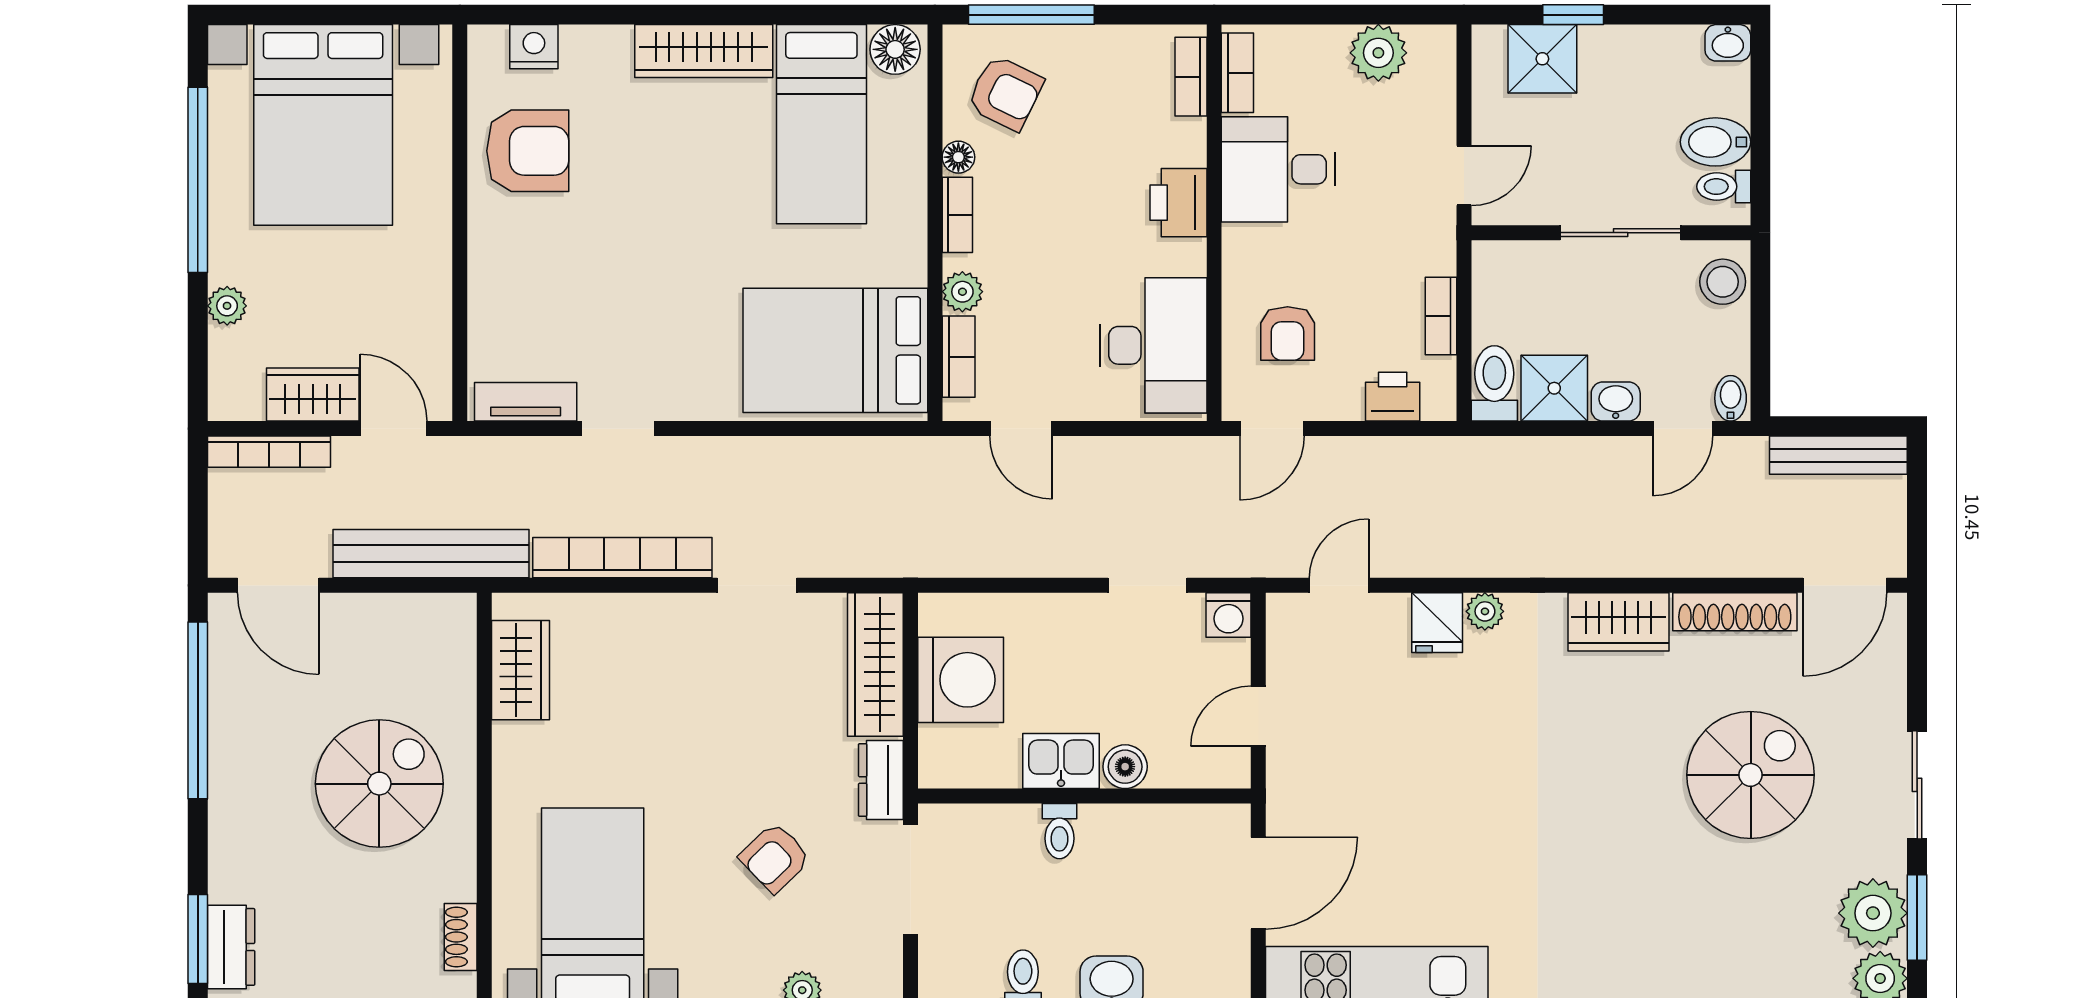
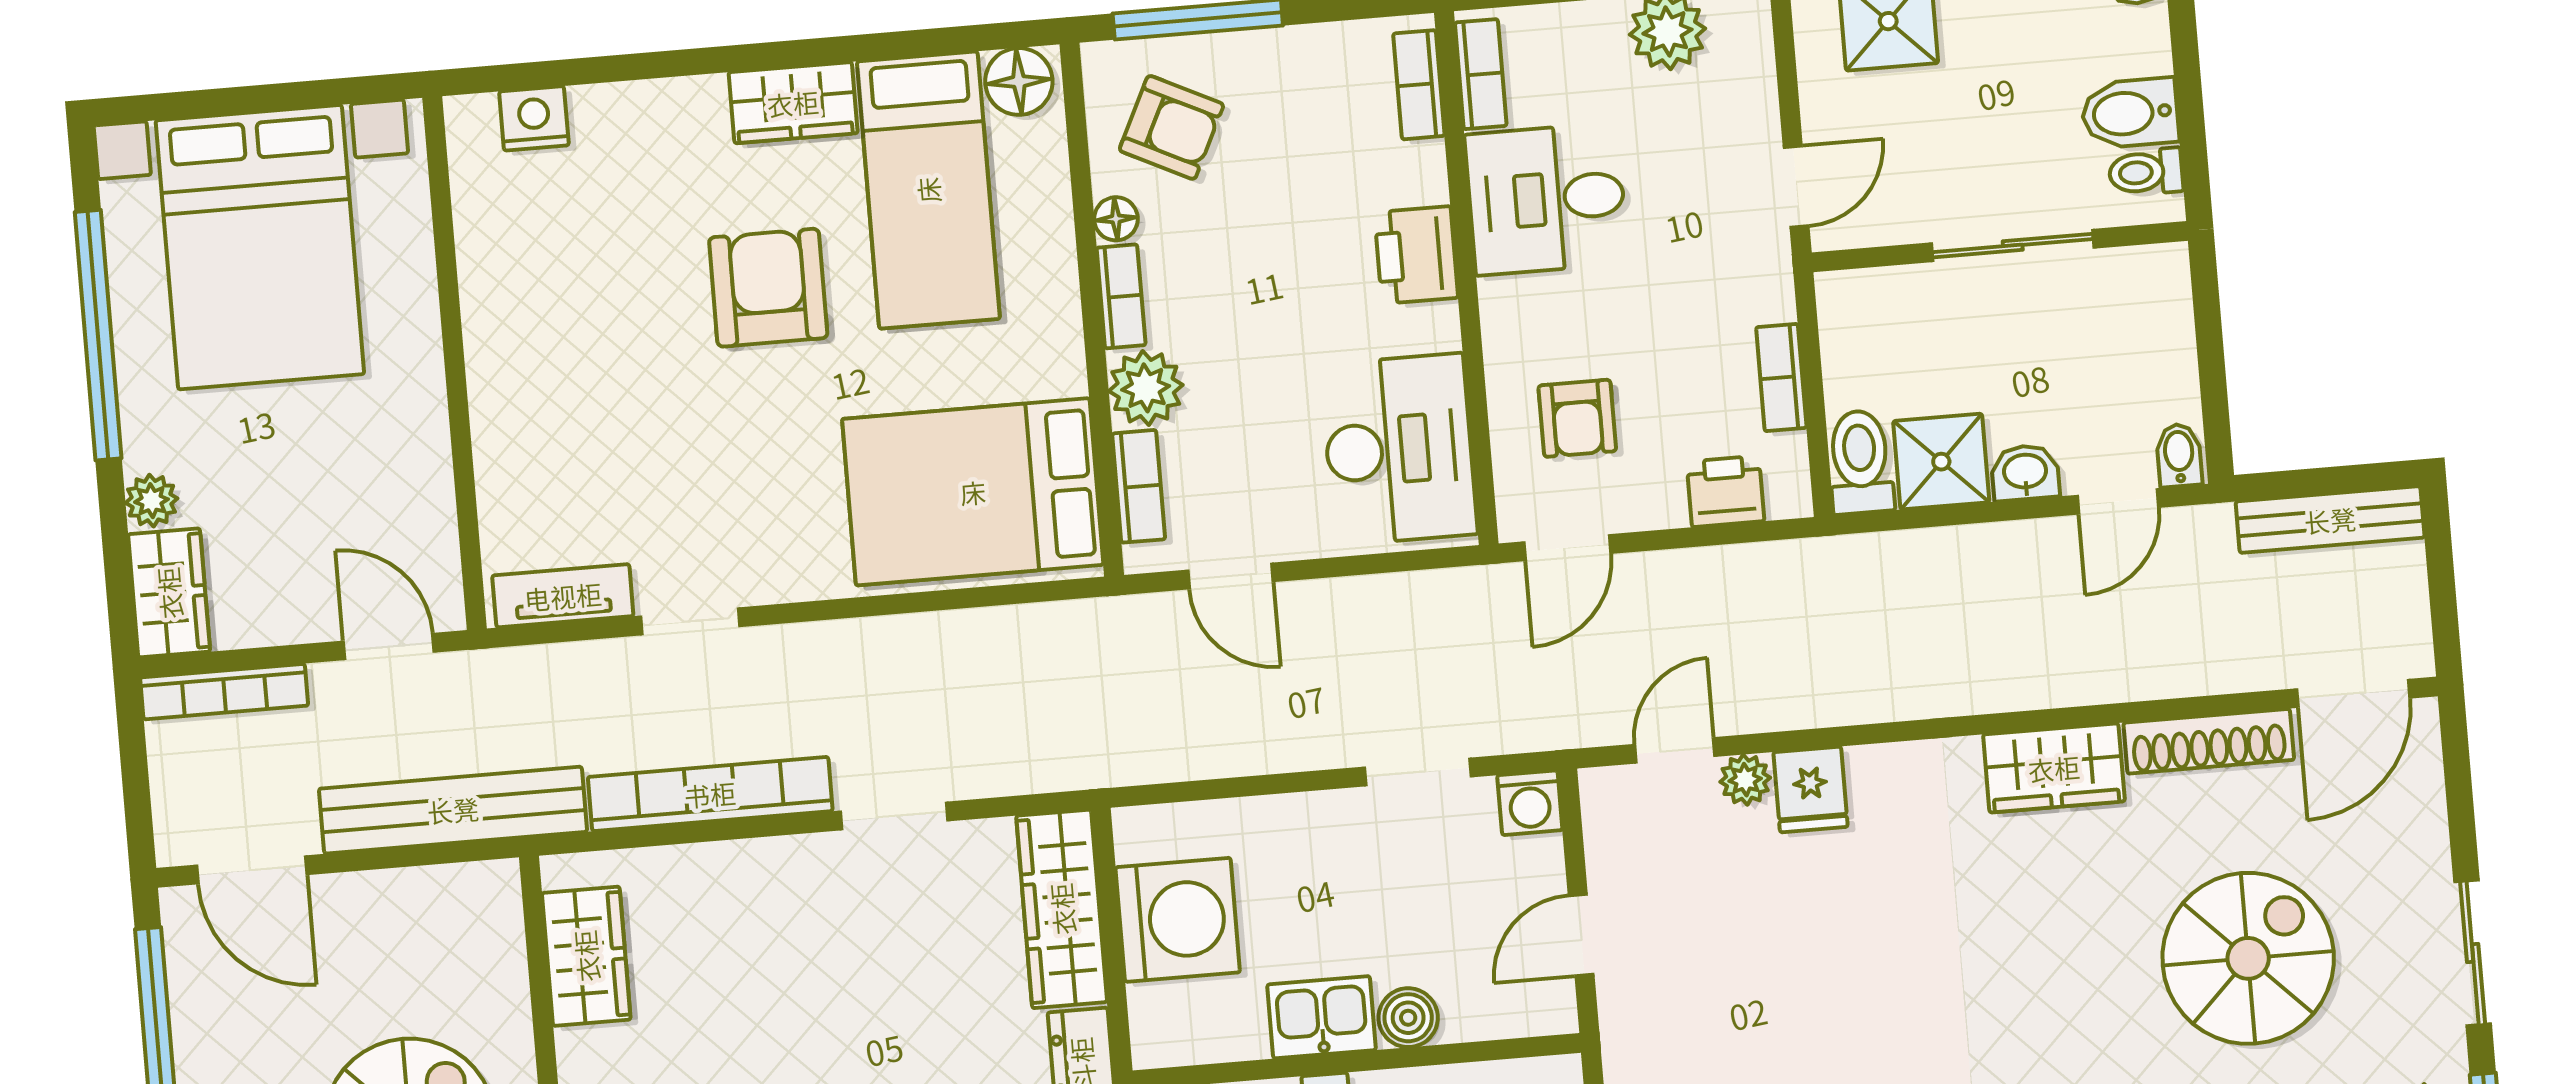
wardrobe: (704, 51) -> (793, 103), width x0.67
armchair: (528, 151) -> (768, 288), moved, turned -90
stool: (1723, 282) -> (2155, 300), removed
plant: (962, 292) -> (1146, 388), width x1.38, depth x1.38
wardrobe: (313, 395) -> (169, 593), moved, turned 90
plant: (1485, 611) -> (1745, 780), moved

